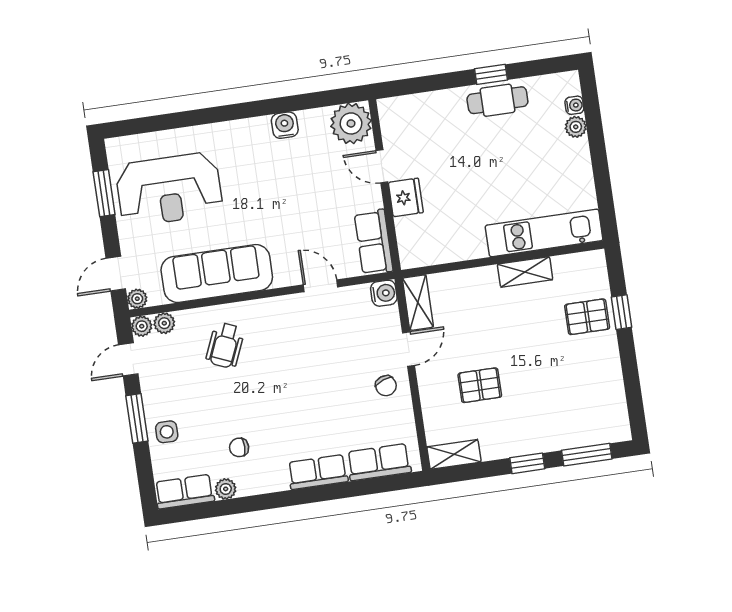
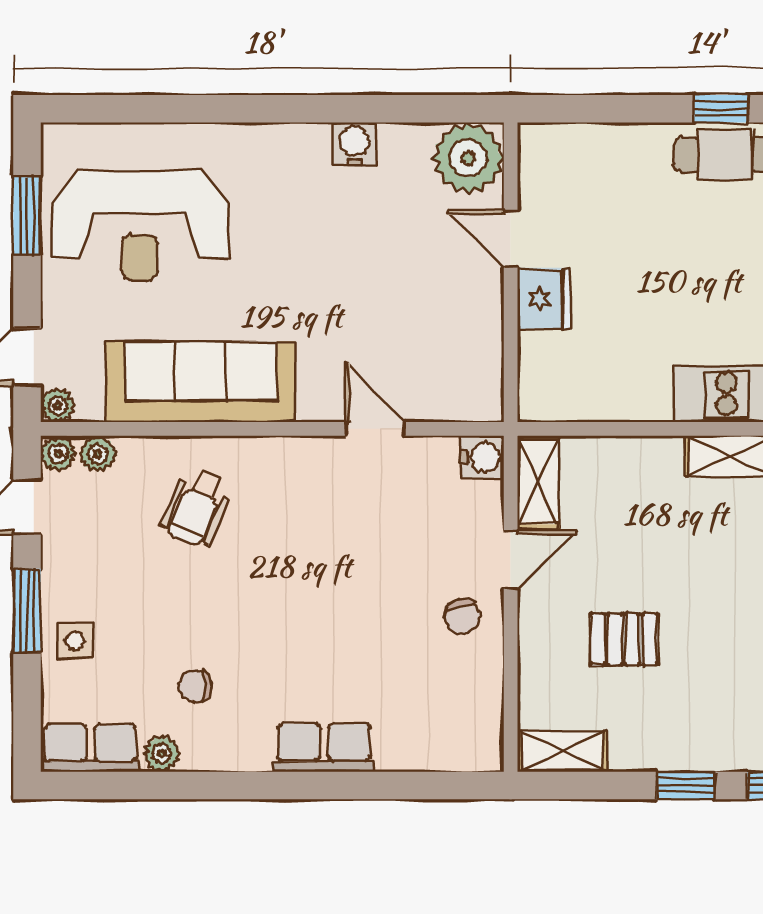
row of seats: (374, 242) -> (478, 367), removed
row of seats: (379, 462) -> (431, 746), removed

